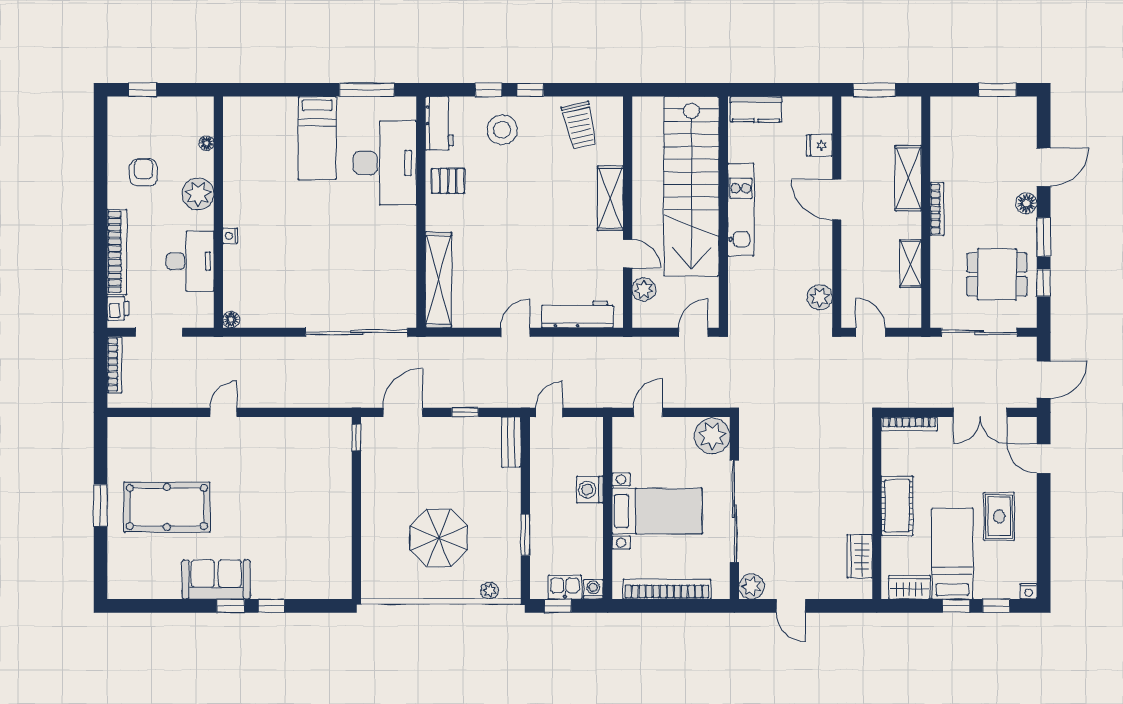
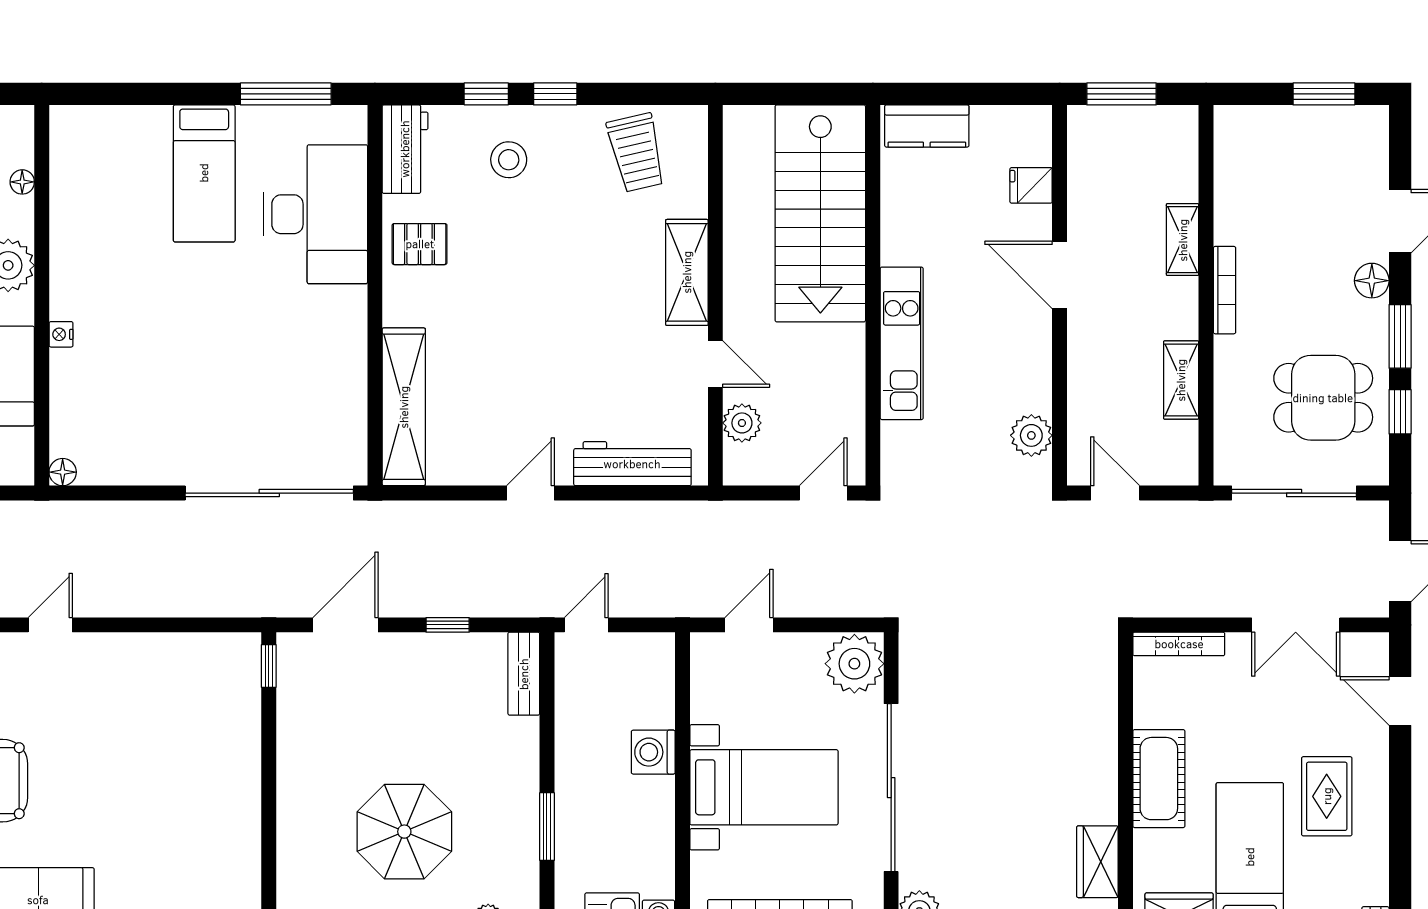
stool: (502, 130) -> (509, 160), width x0.73, depth x0.73
shelving: (908, 178) -> (1183, 240), width x0.67, depth x0.75
stairs: (691, 186) -> (820, 213), width x0.73
kitchen unit: (741, 210) -> (902, 343), moved

